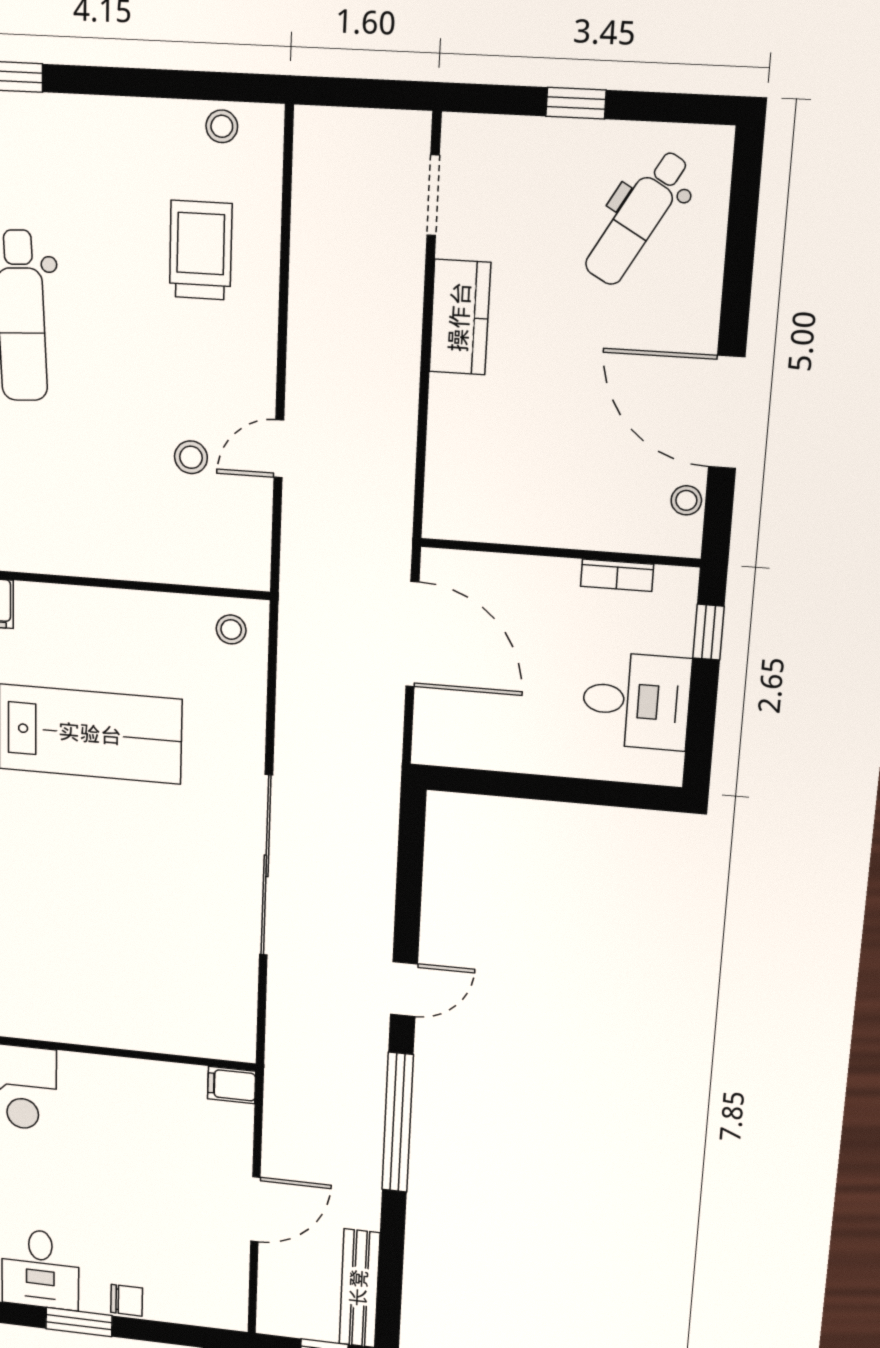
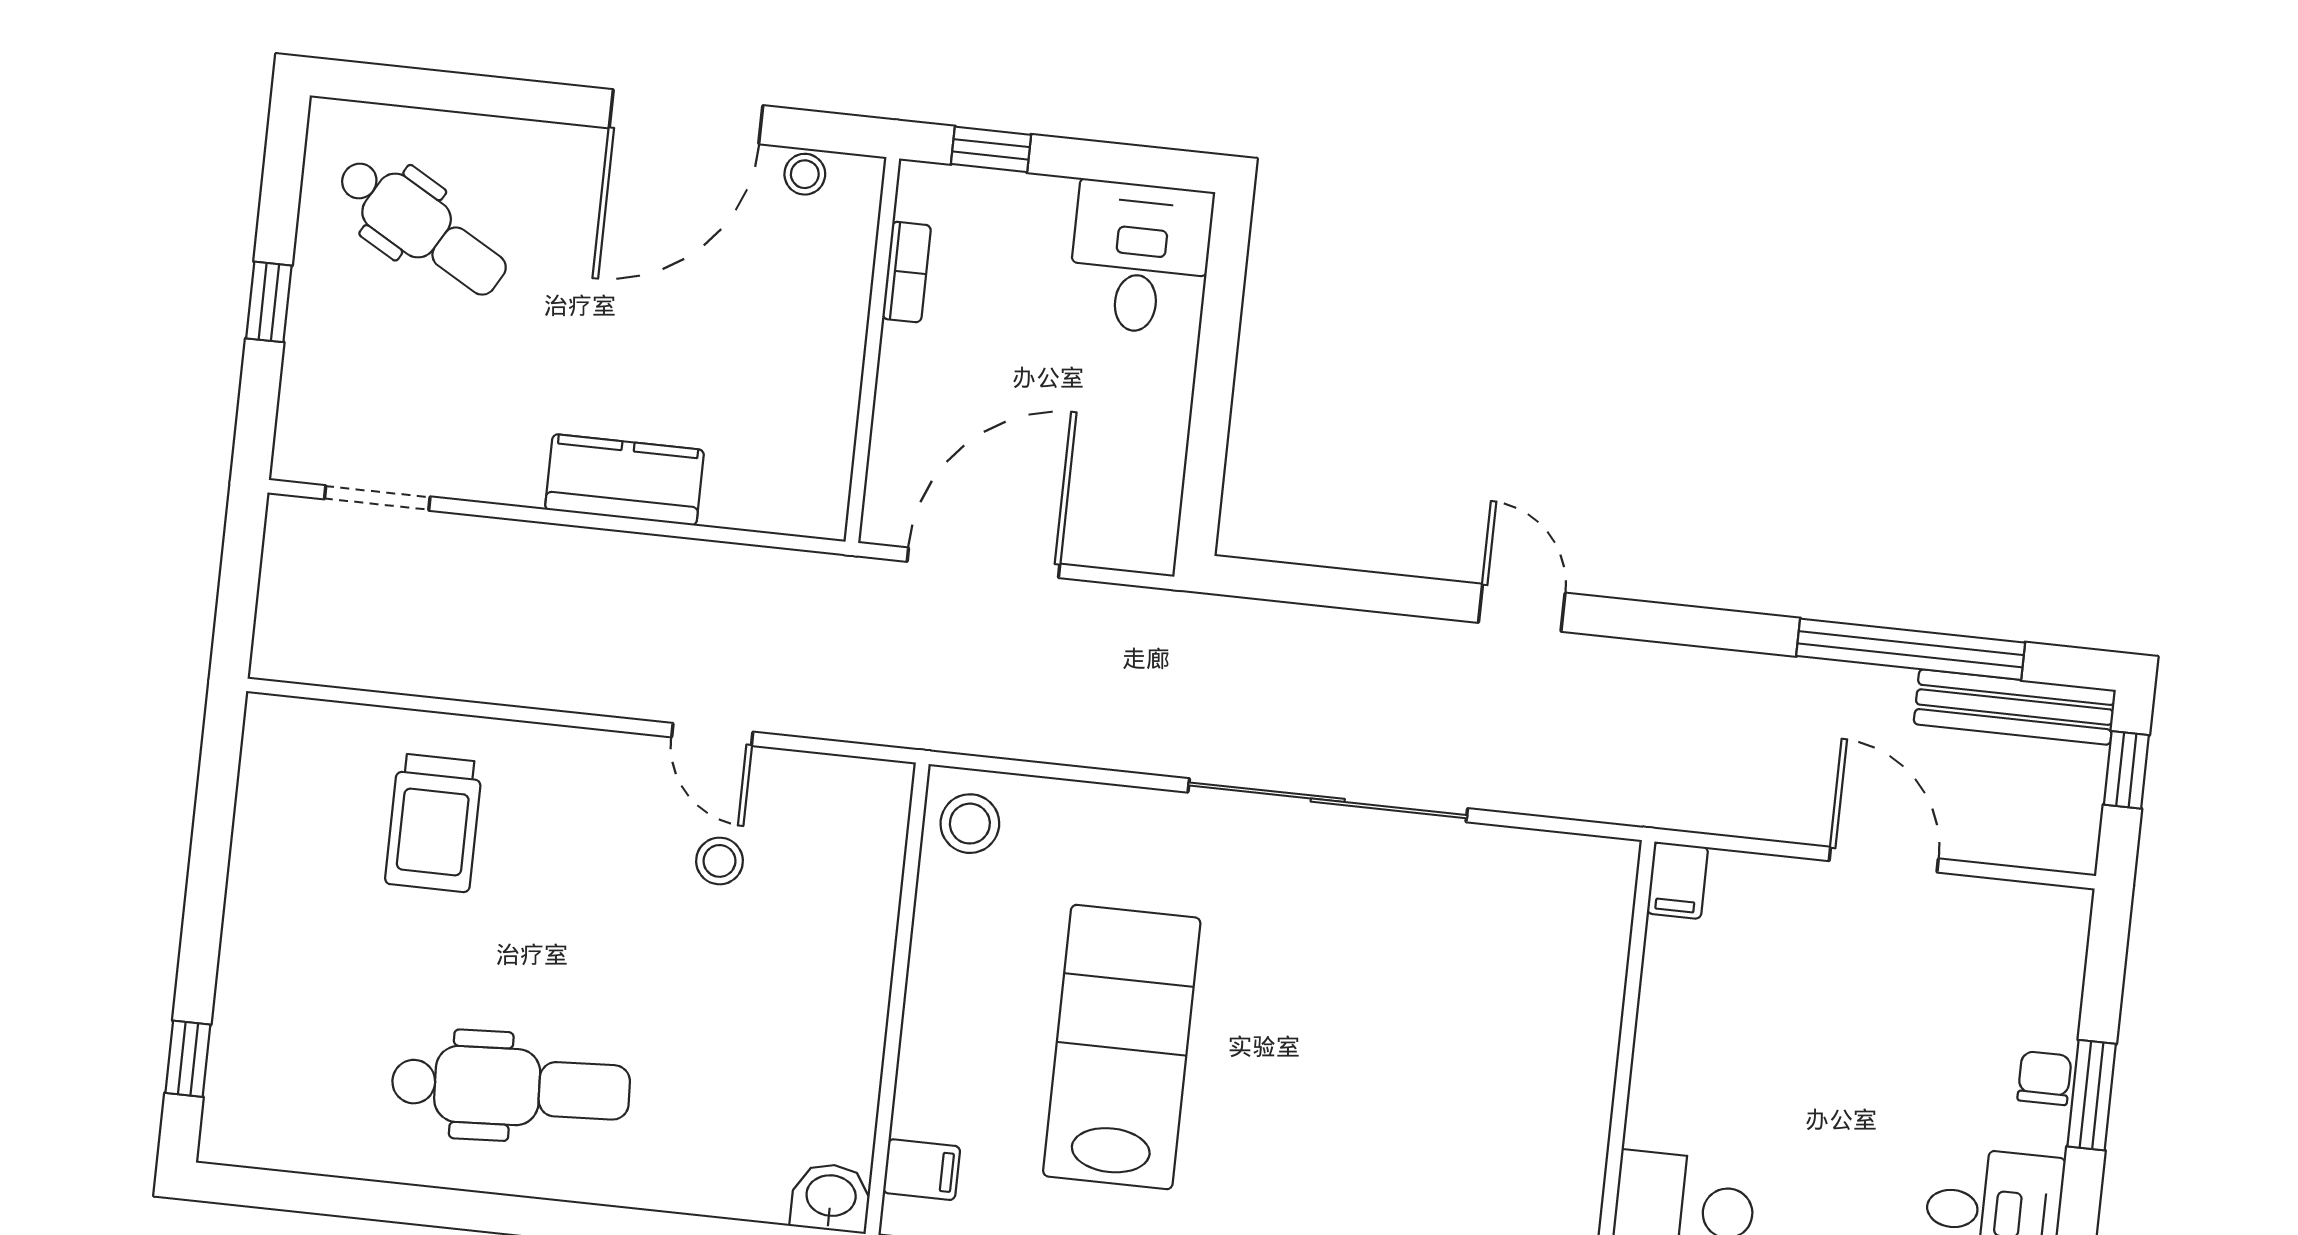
stool: (222, 126) -> (270, 780), removed
trolley: (201, 250) -> (434, 823), turned -90
kitchen counter: (460, 317) -> (625, 480), moved
stool: (231, 629) -> (970, 824), width x1.37, depth x1.37
desk: (636, 701) -> (1140, 258), moved
window: (398, 1123) -> (1911, 649), moved
window: (79, 1322) -> (2092, 1095), moved

